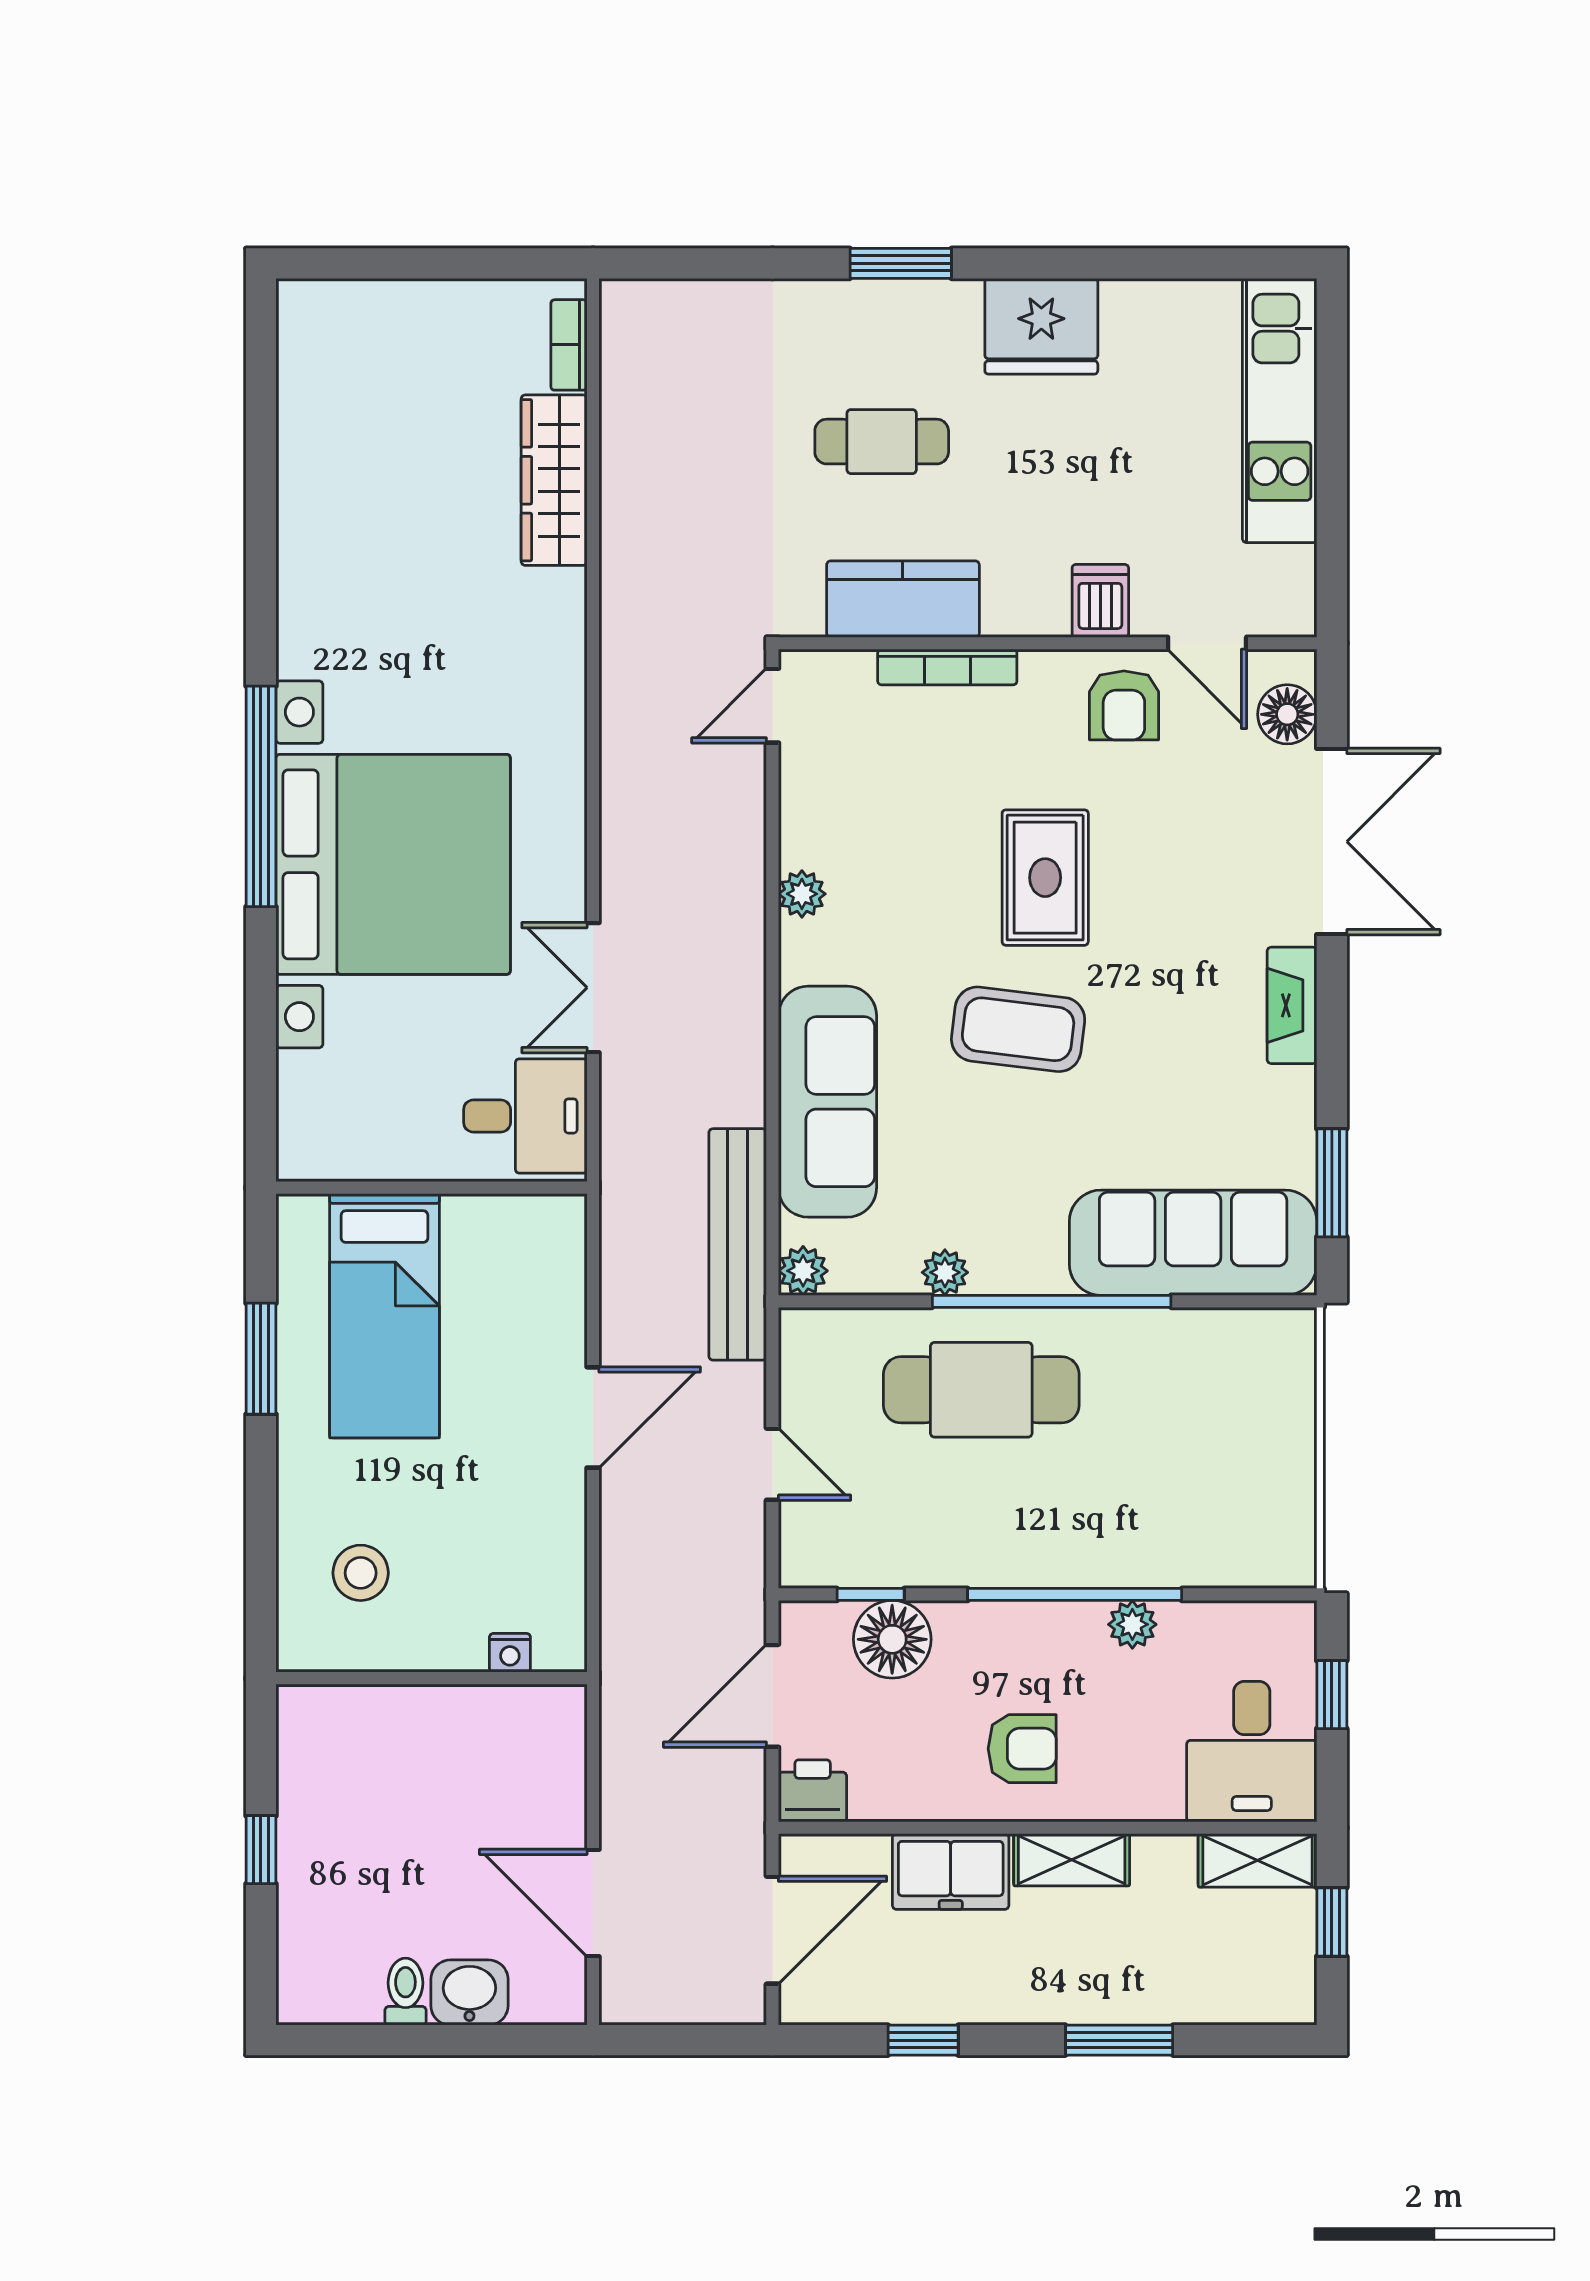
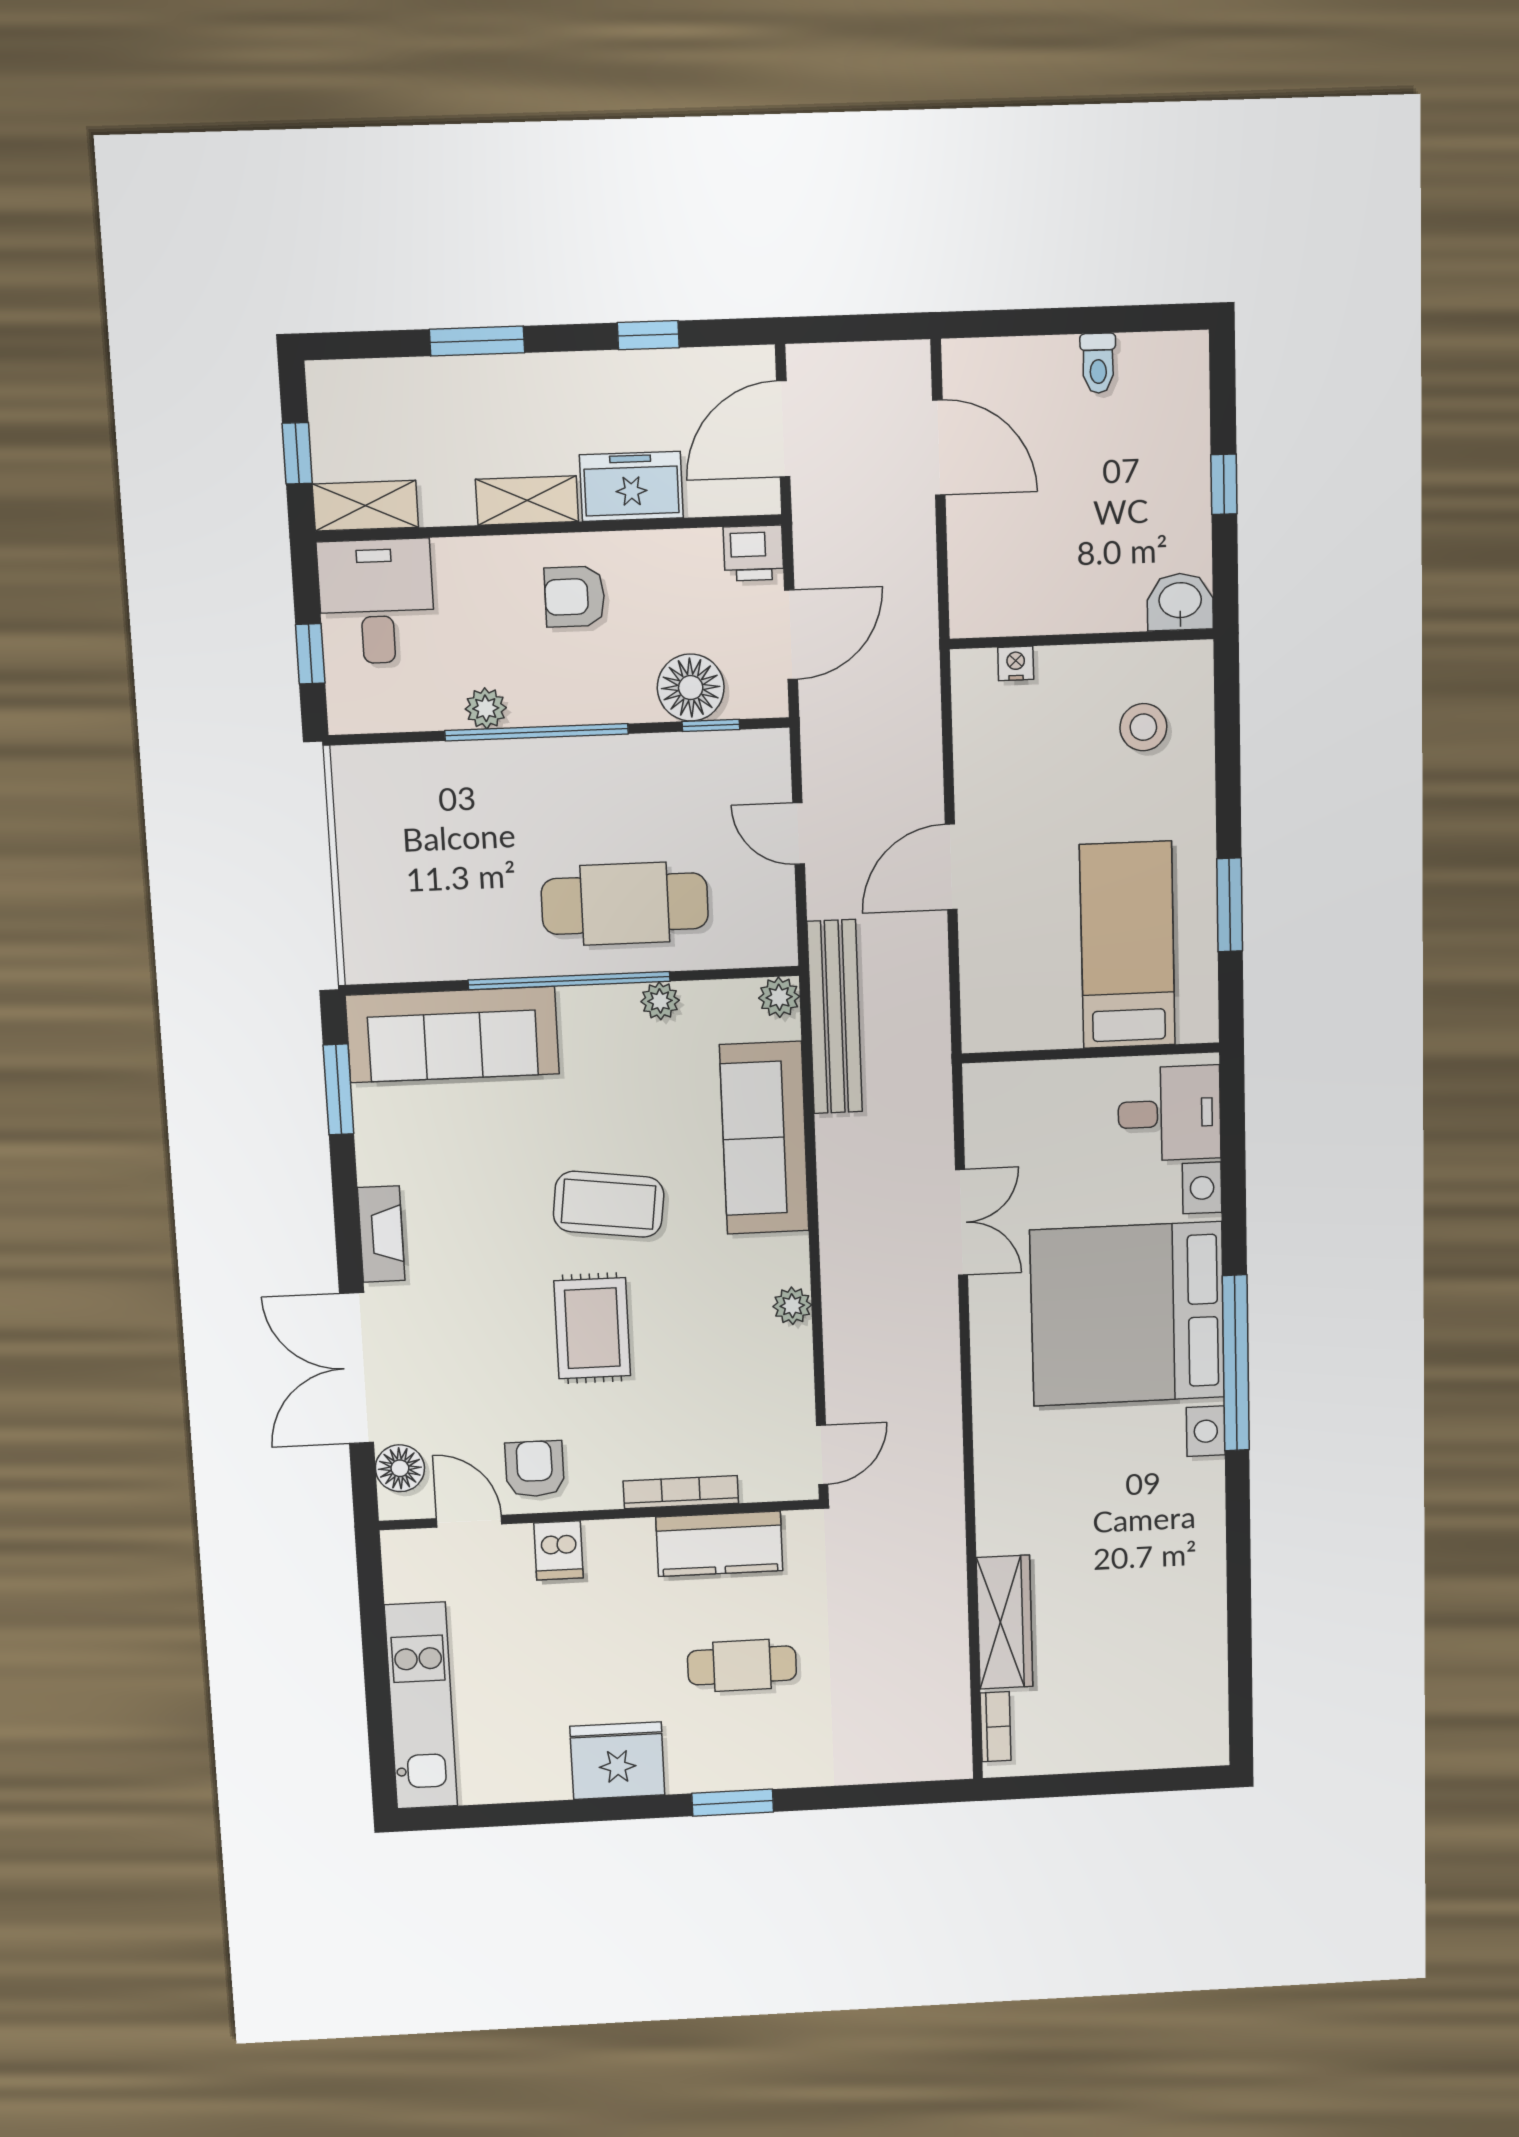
desk: (525, 1116) -> (1169, 1113), moved, turned 180
washbasin: (469, 1993) -> (1180, 602), moved, turned 180

